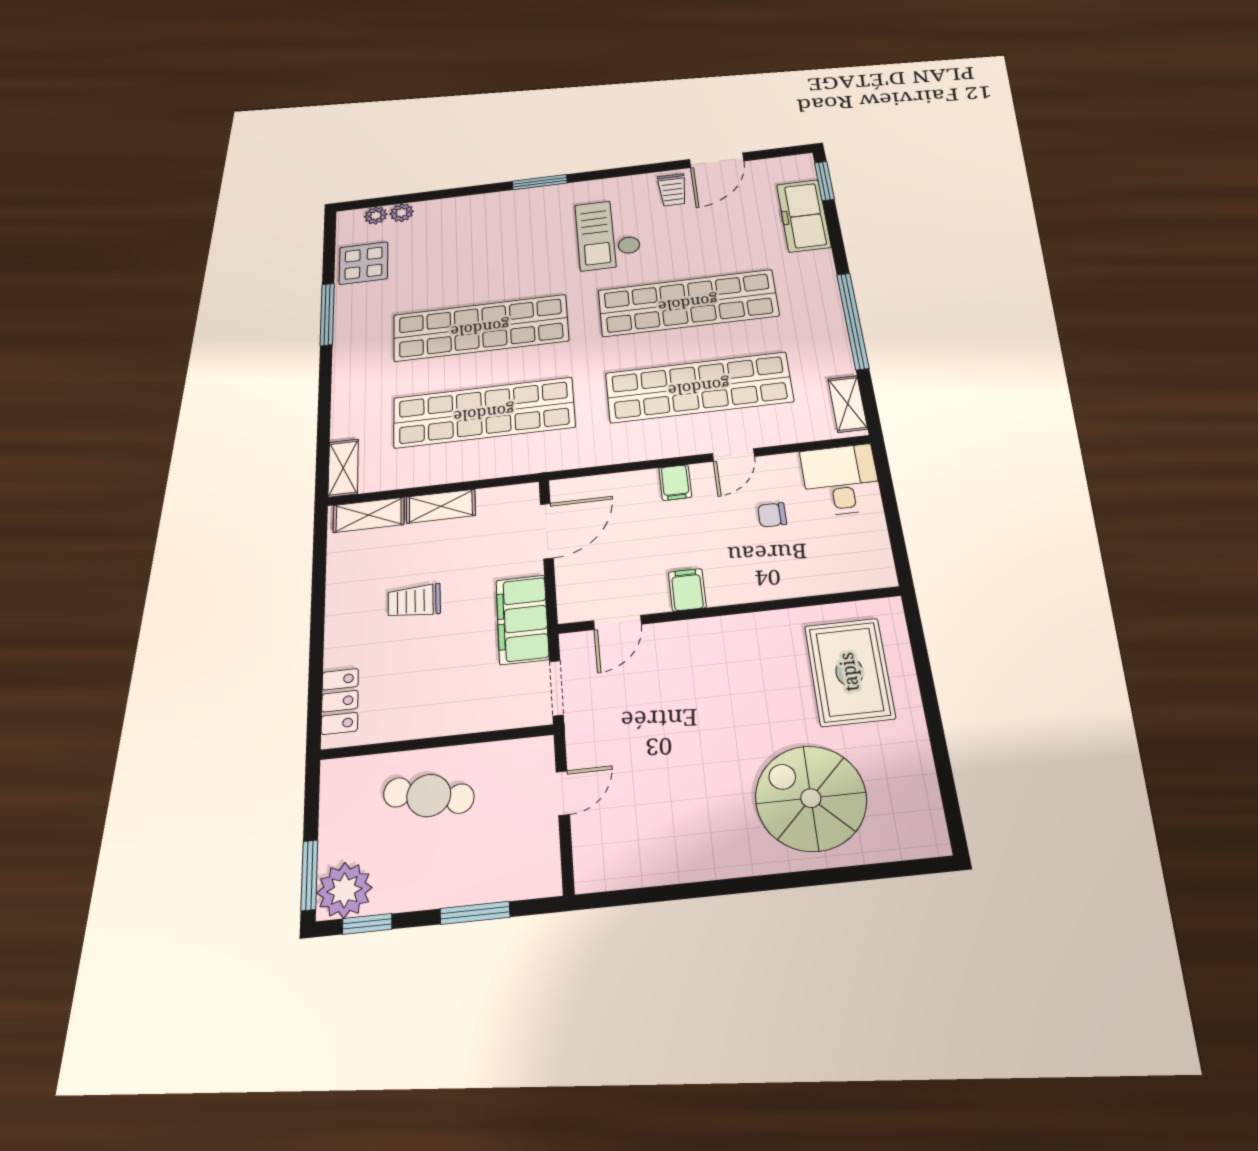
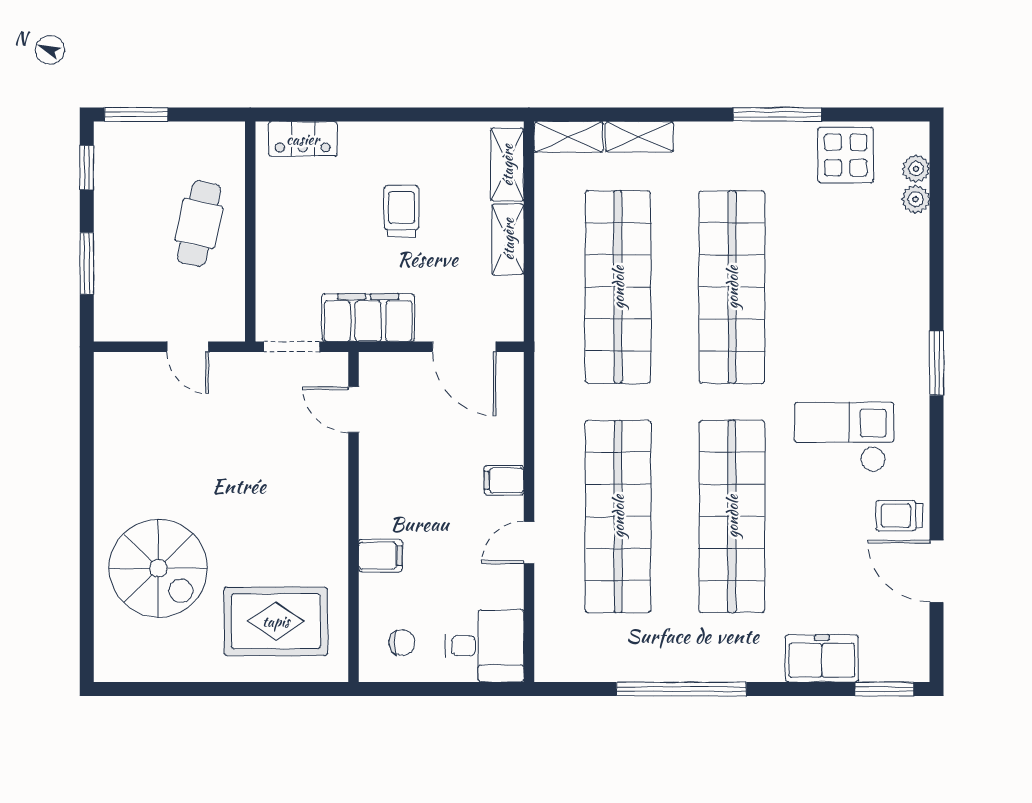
freezer: (804, 216) -> (822, 658), width x0.71
shelving: (848, 404) -> (640, 137), moved
door: (733, 455) -> (529, 543), hinge flipped
chair: (772, 515) -> (402, 643), moved, turned 90
filing cabinet: (687, 590) -> (380, 556), moved
spiral stairs: (811, 798) -> (158, 568), turned 90
plant: (344, 890) -> (119, 147), removed

